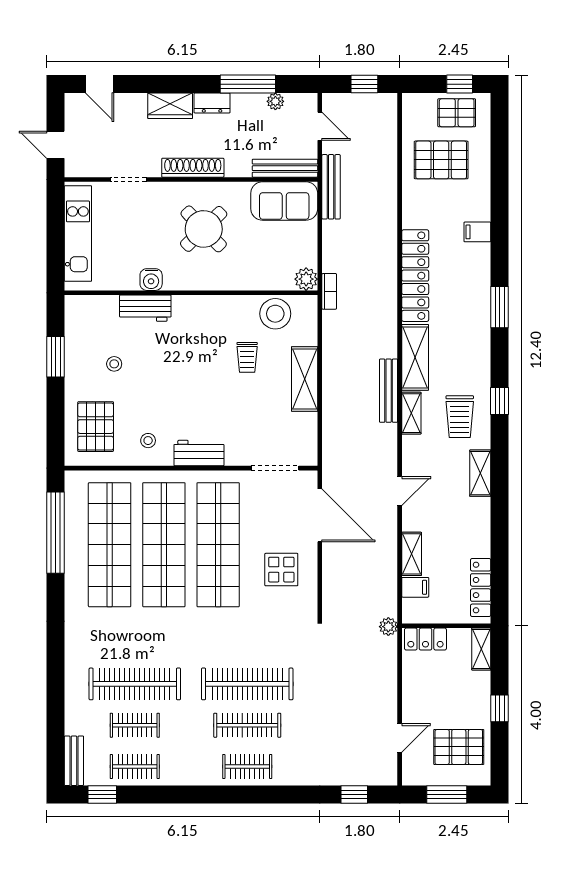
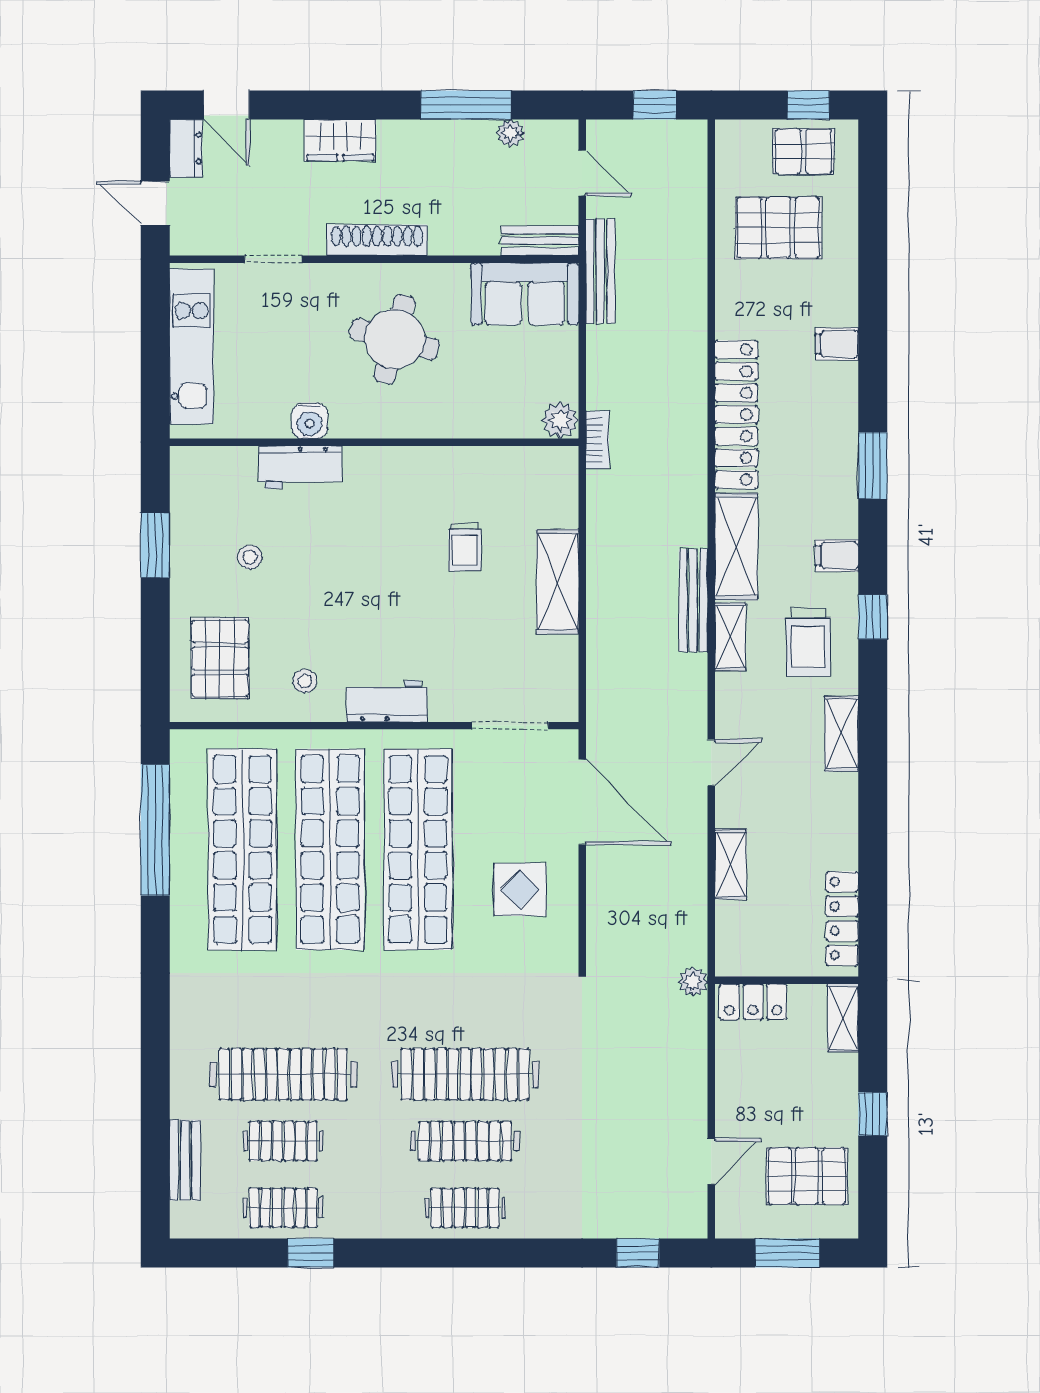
dresser: (212, 103) -> (186, 148), moved, turned -90
bench: (285, 168) -> (540, 241), width x0.73
round table: (204, 229) -> (395, 339), turned -31
stool: (275, 314) -> (510, 476), removed
filing cabinet: (415, 587) -> (837, 556), moved, turned 180
bench: (74, 761) -> (185, 1160), moved
window: (102, 794) -> (311, 1253), moved

